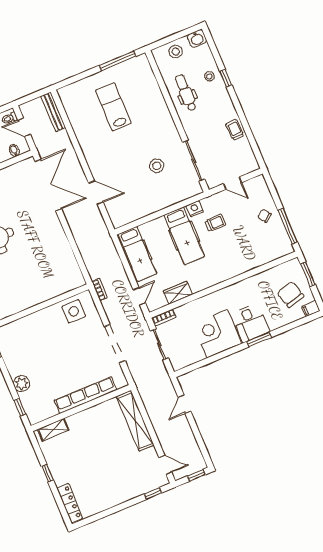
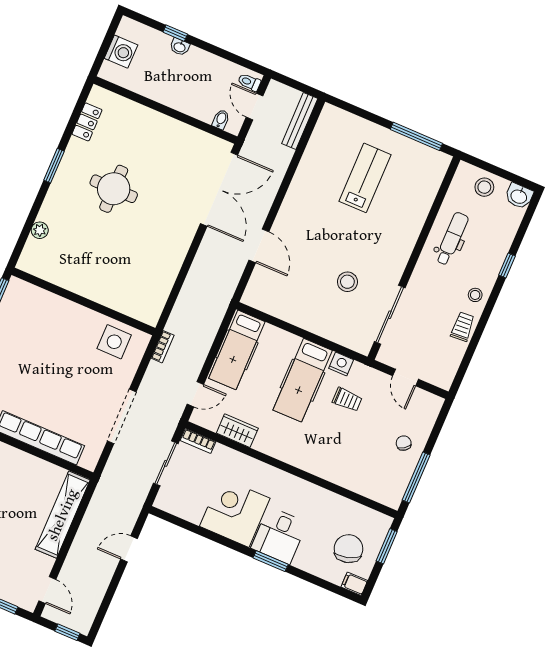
stool: (209, 76) -> (475, 295), moved

